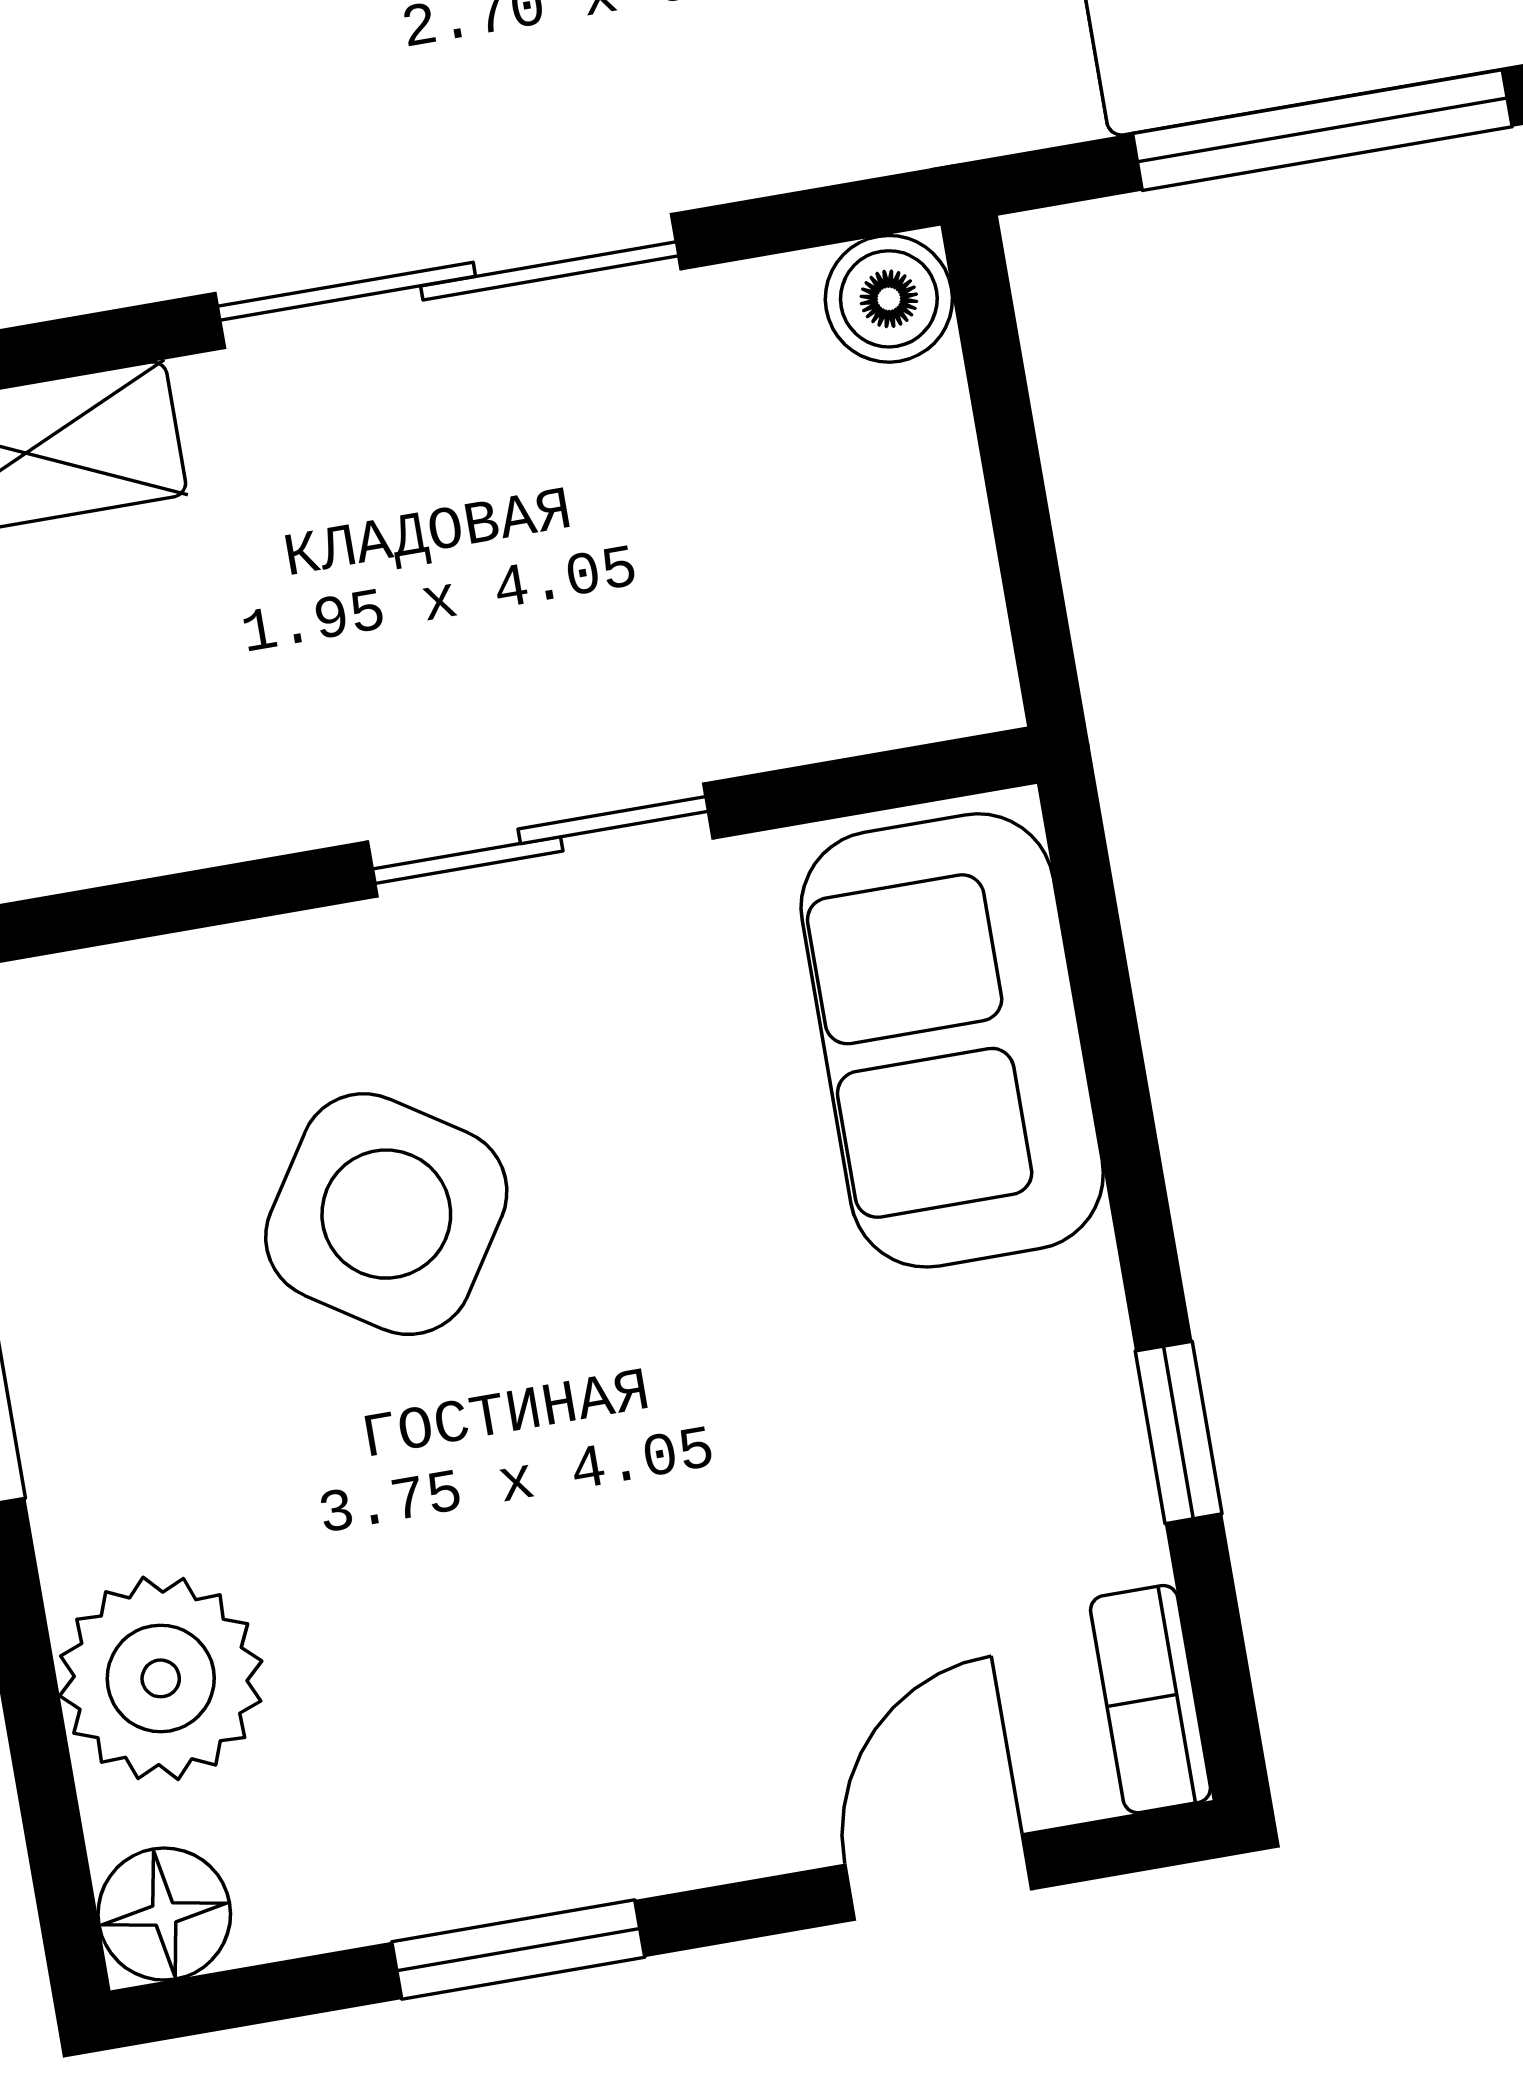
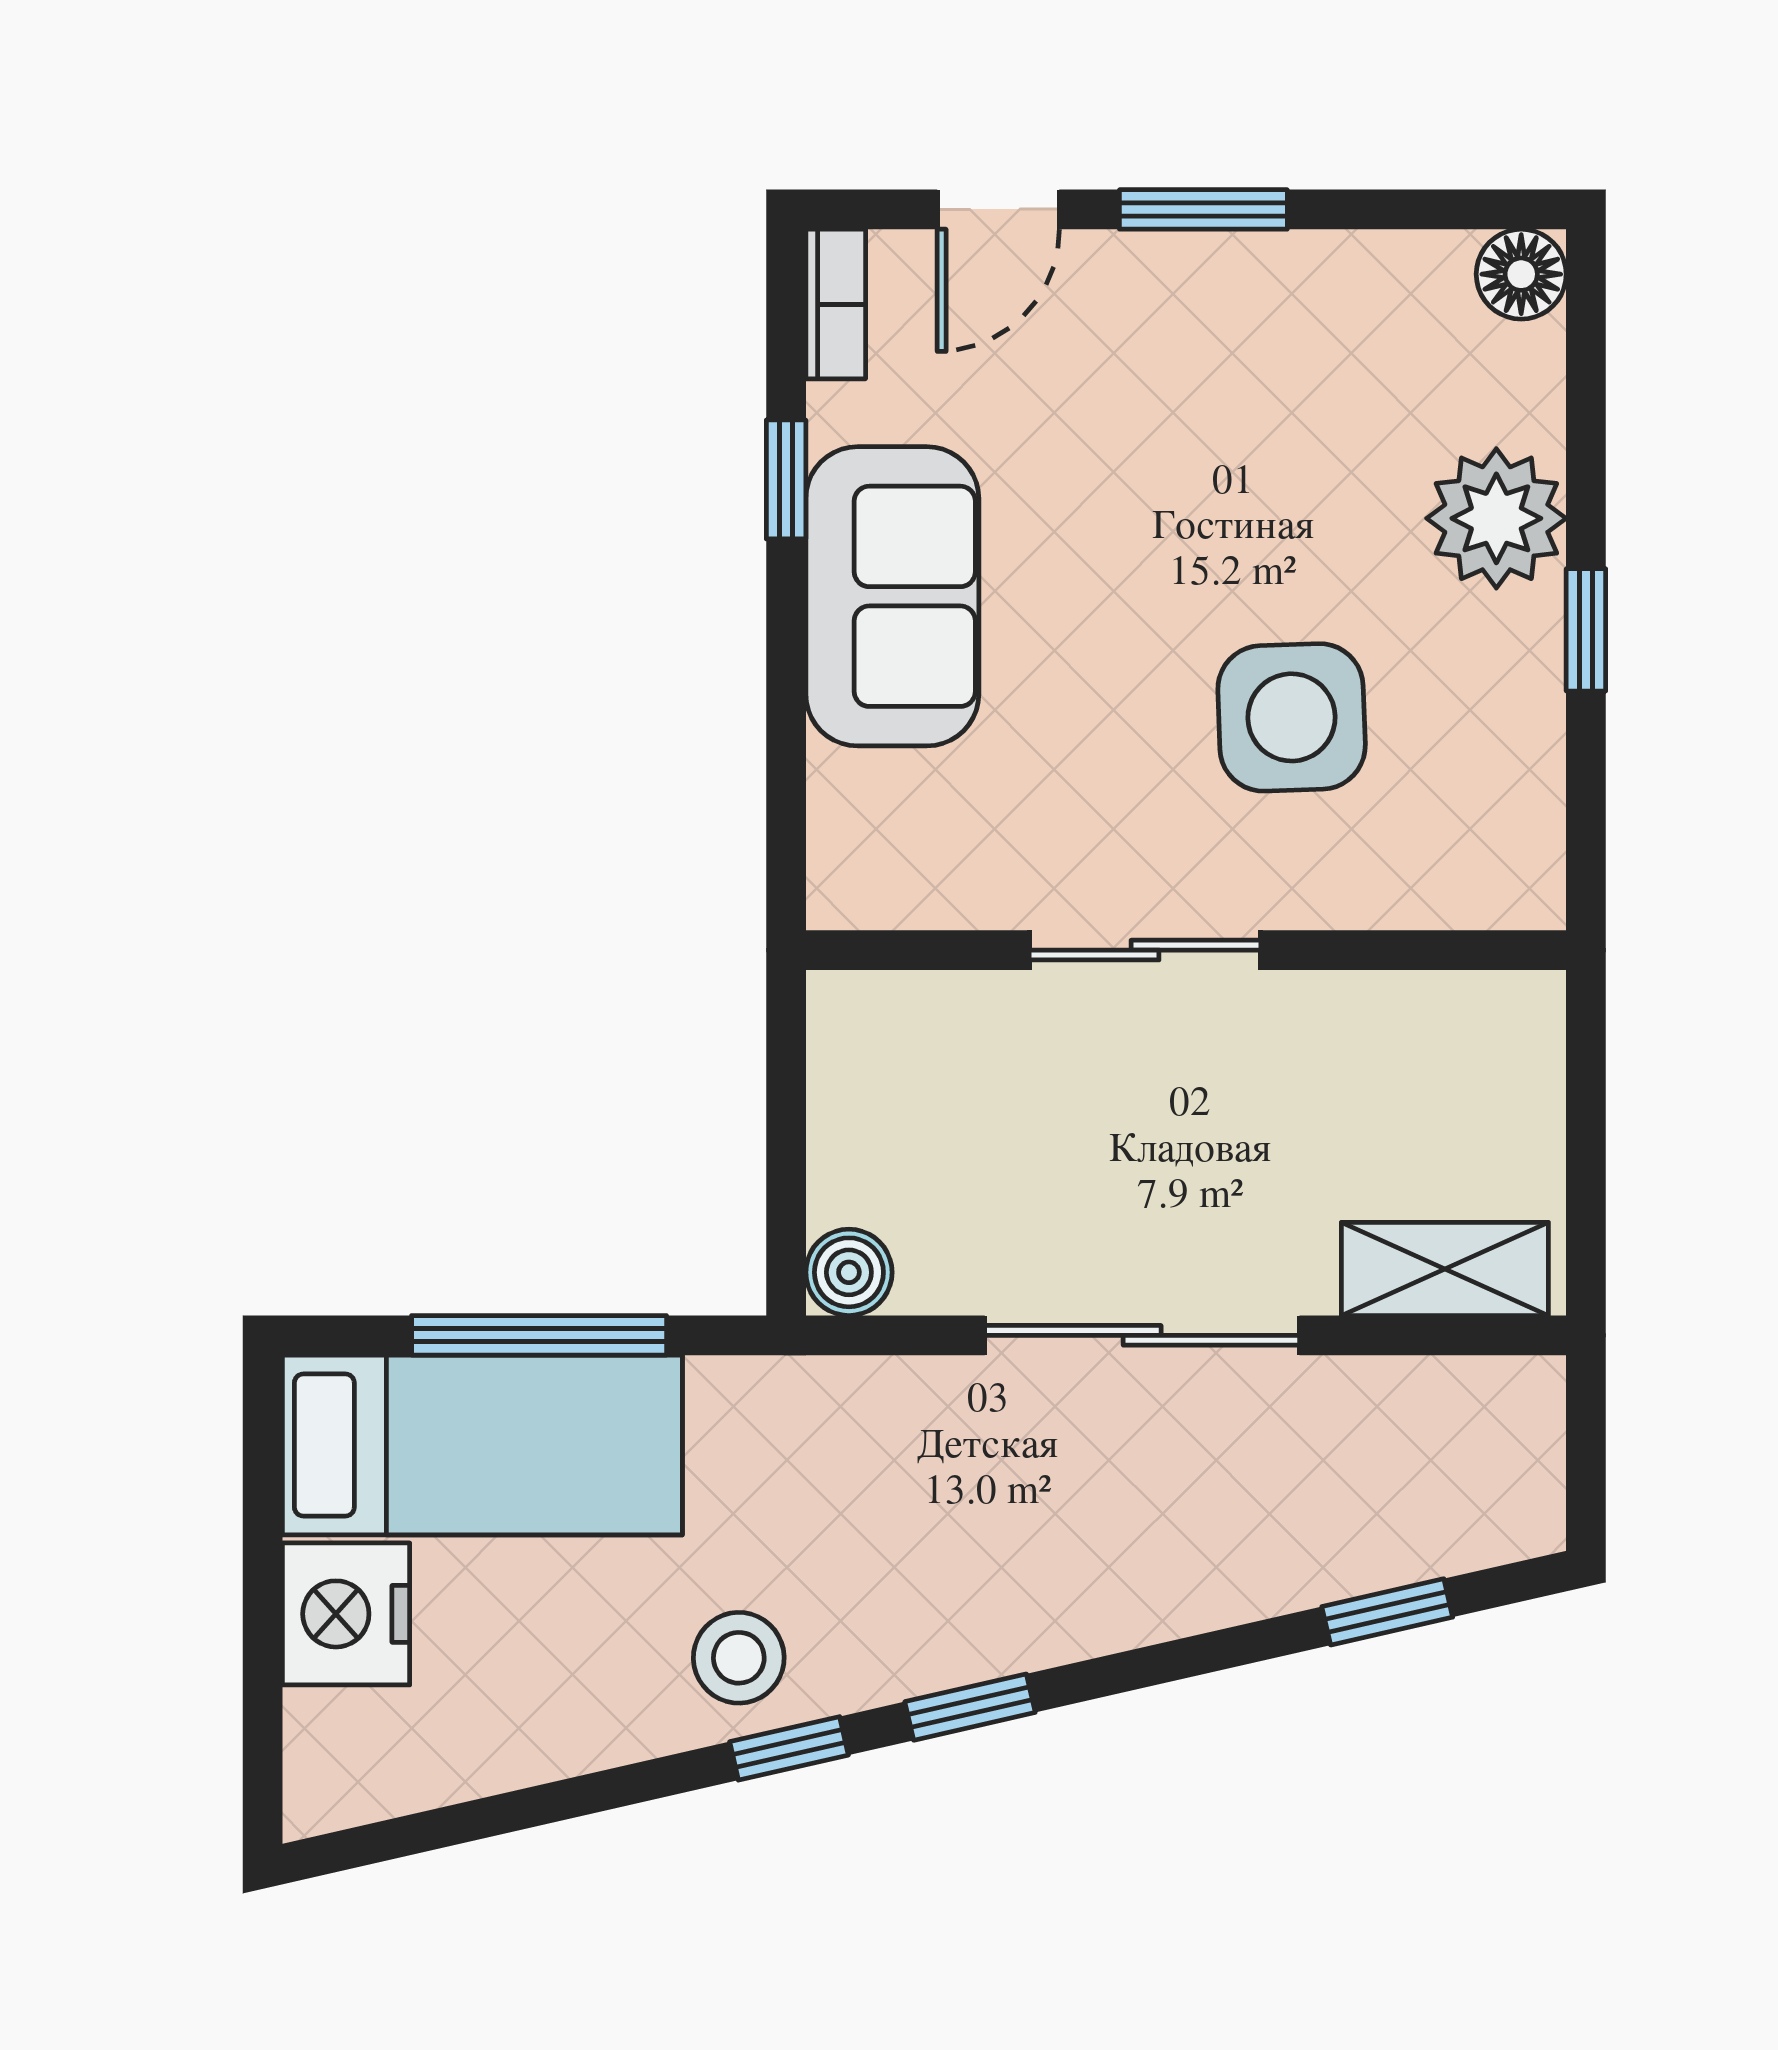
sofa: (952, 1040) -> (892, 596), moved
side table: (386, 1214) -> (1292, 717), turned -35
plant: (161, 1678) -> (1496, 518), moved
window: (518, 1950) -> (1203, 209), moved

